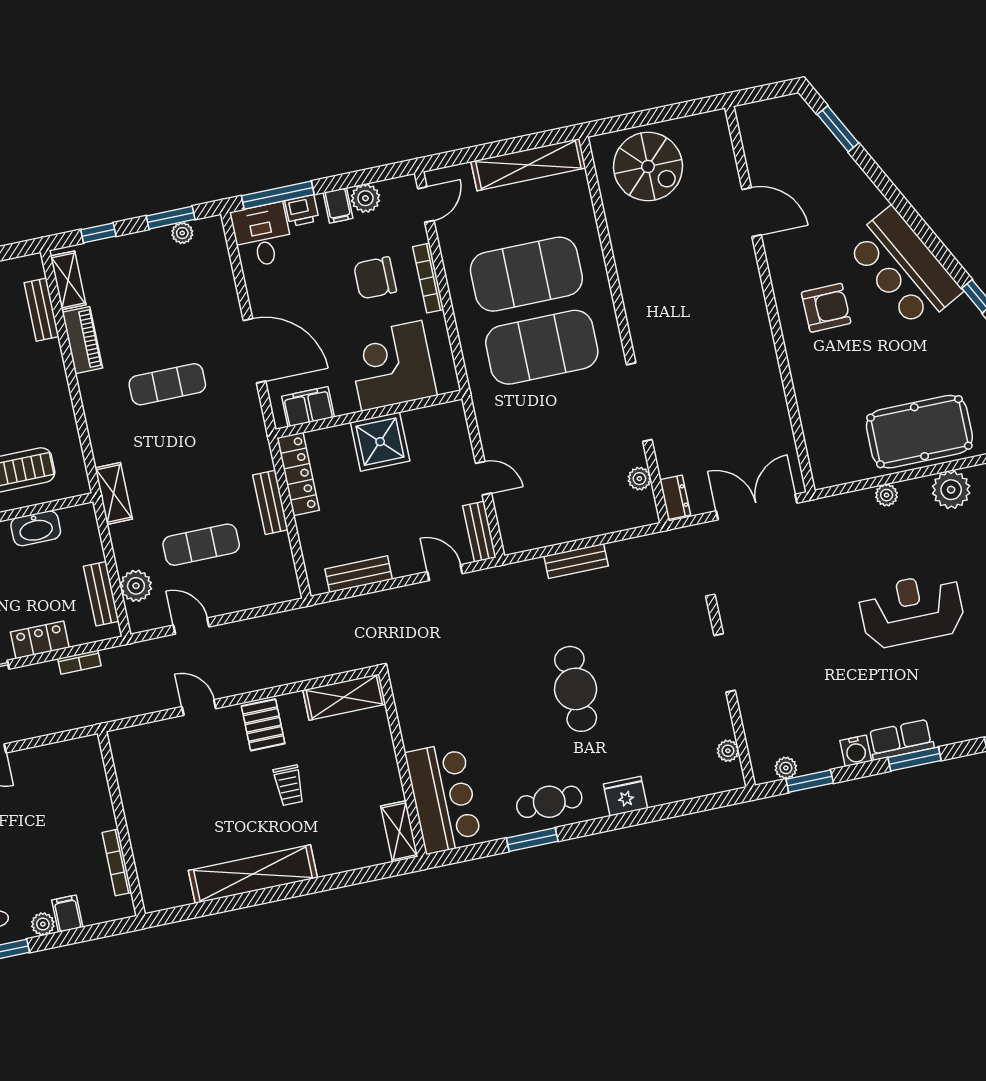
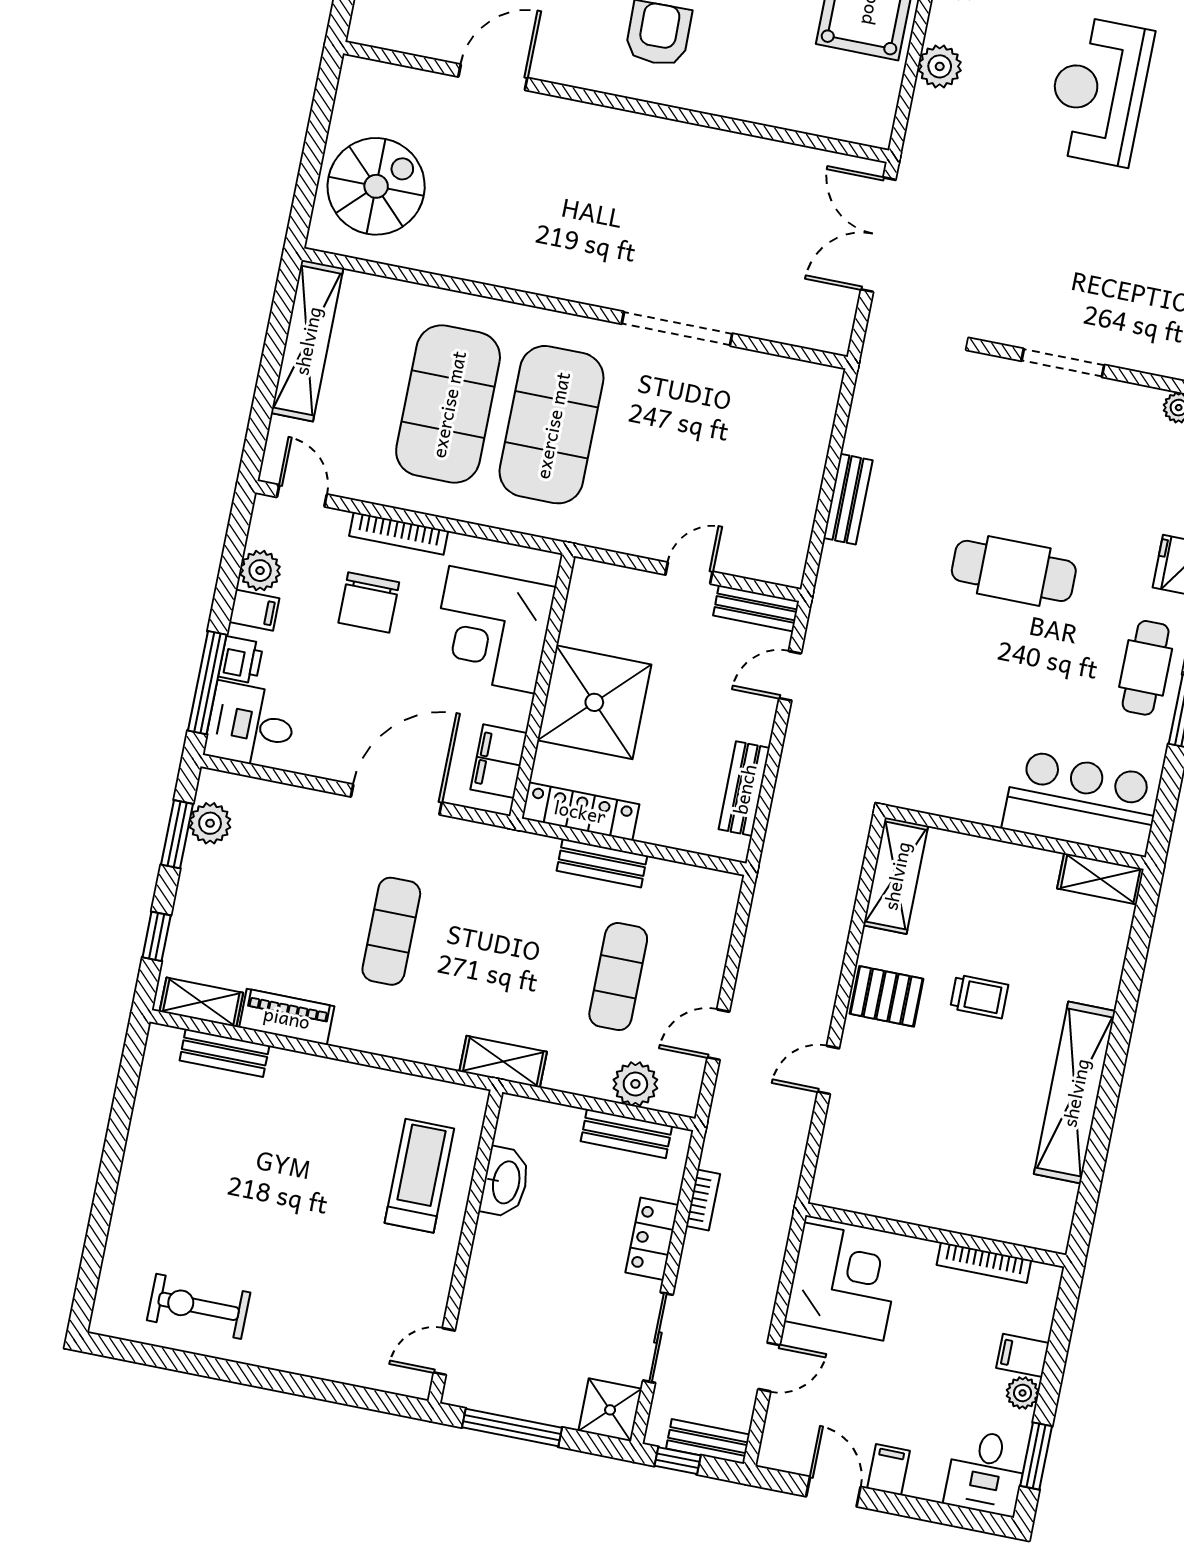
plant: (182, 233) -> (210, 823), width x1.38, depth x1.38
shower: (380, 442) -> (594, 702), width x1.37, depth x1.37
plant: (639, 479) -> (776, 371), removed
plant: (887, 495) -> (940, 66), width x1.38, depth x1.38
dresser: (675, 497) -> (821, 335), removed
corner desk: (65, 776) -> (844, 1281), added

